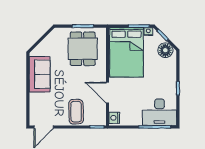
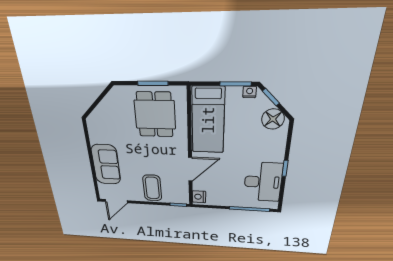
bed: (126, 52) -> (208, 120), width x0.67
sofa: (40, 74) -> (106, 165), moved
door: (108, 93) -> (190, 169), swing flipped
desk: (159, 112) -> (263, 182), moved, turned -90

